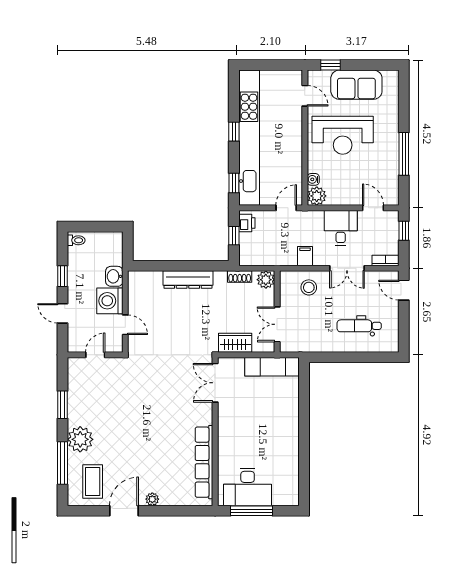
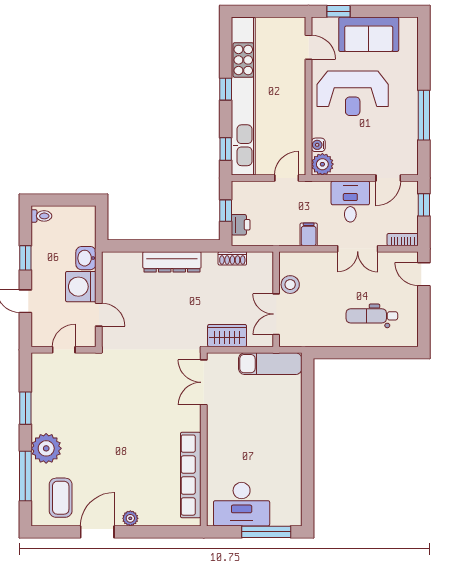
door: (373, 208) -> (388, 178), swing flipped
printer: (247, 223) -> (241, 225), moved
plant: (266, 280) -> (263, 262), removed
stool: (309, 287) -> (290, 285), moved
window: (251, 511) -> (266, 532), moved

